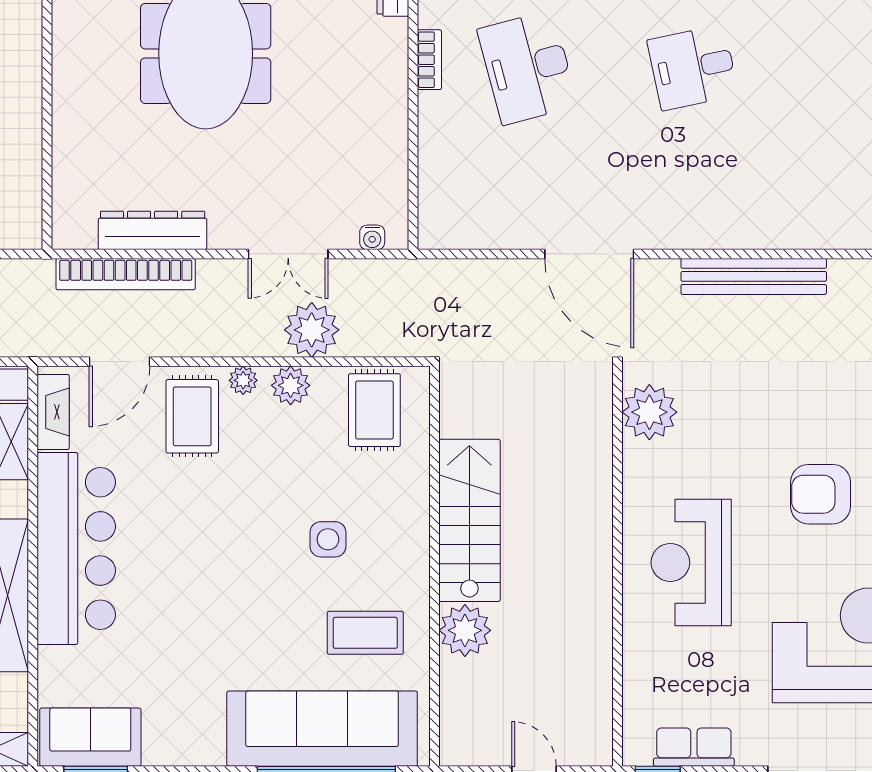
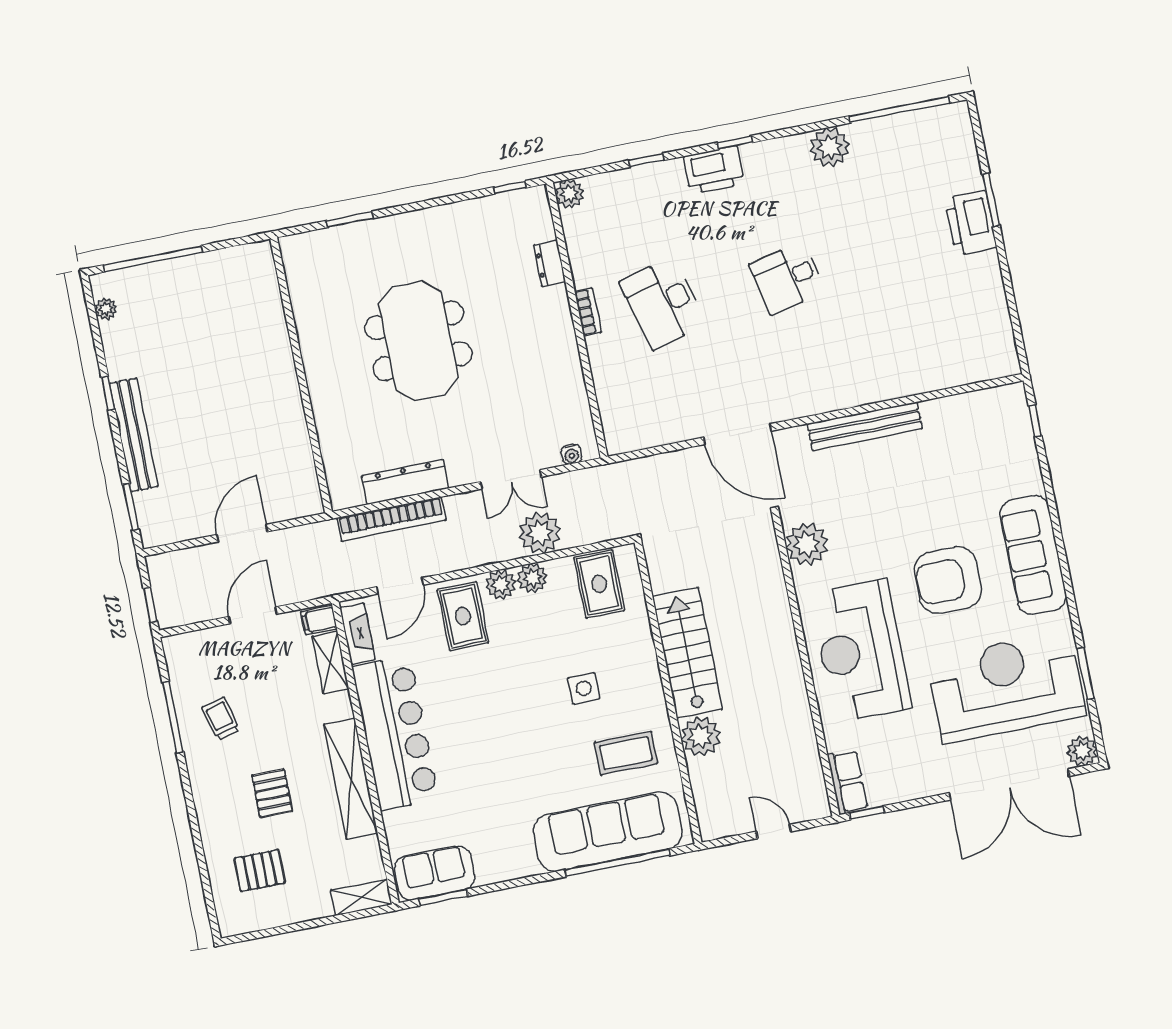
plant: (243, 380) -> (501, 585), width x1.38, depth x1.38
armchair: (821, 494) -> (948, 580), width x1.36, depth x1.36
reception desk: (691, 562) -> (861, 651), width x1.36, depth x1.30
row of seats: (694, 747) -> (848, 782), moved, turned 90

